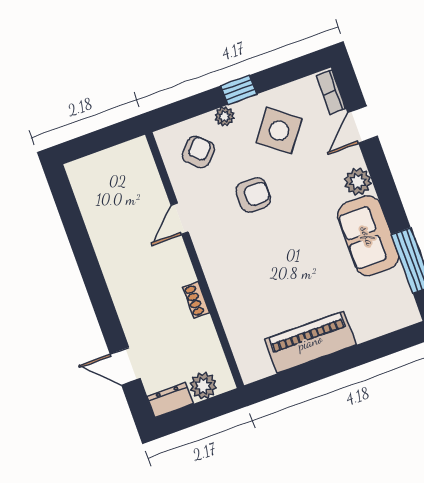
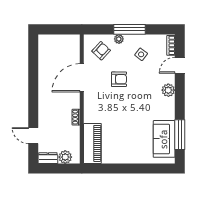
window: (239, 90) -> (130, 29), width x2.17
side table: (279, 131) -> (141, 54), width x0.54, depth x0.54
door: (180, 219) -> (82, 78), width x1.88
sofa: (368, 236) -> (164, 139), moved
piano: (310, 342) -> (92, 143), moved, turned 90

